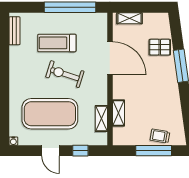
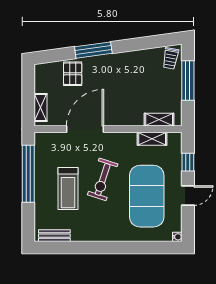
shelving: (119, 113) -> (159, 120), moved
trolley: (160, 136) -> (171, 58), moved

